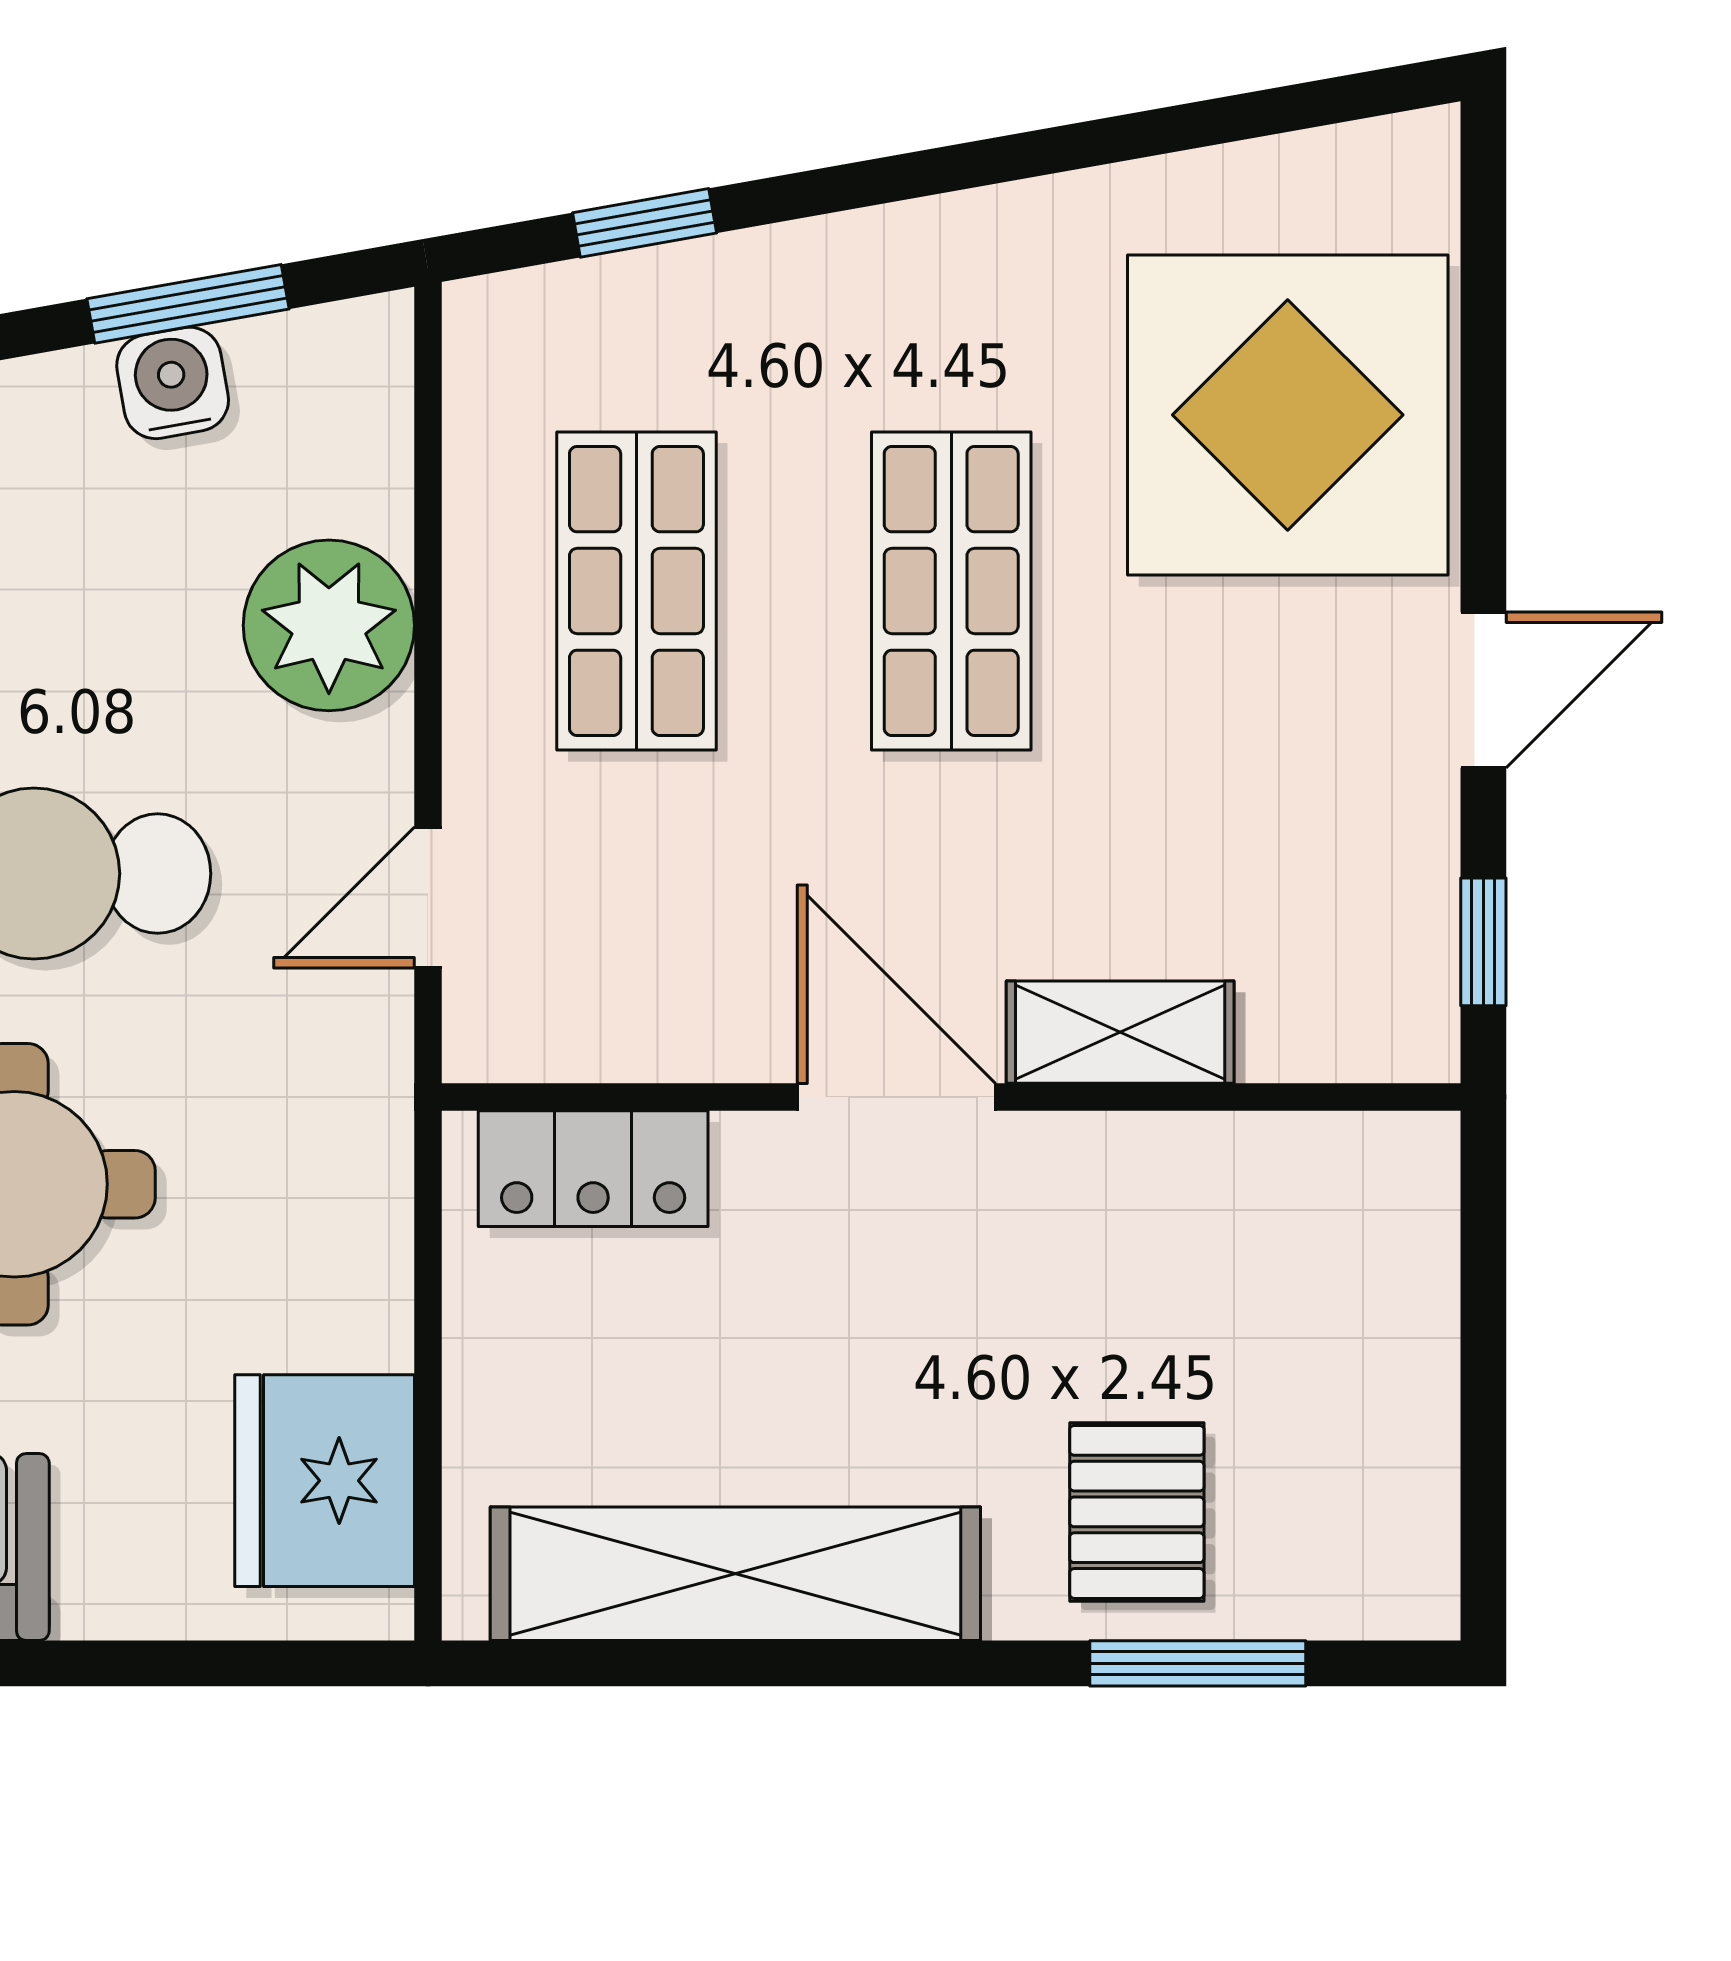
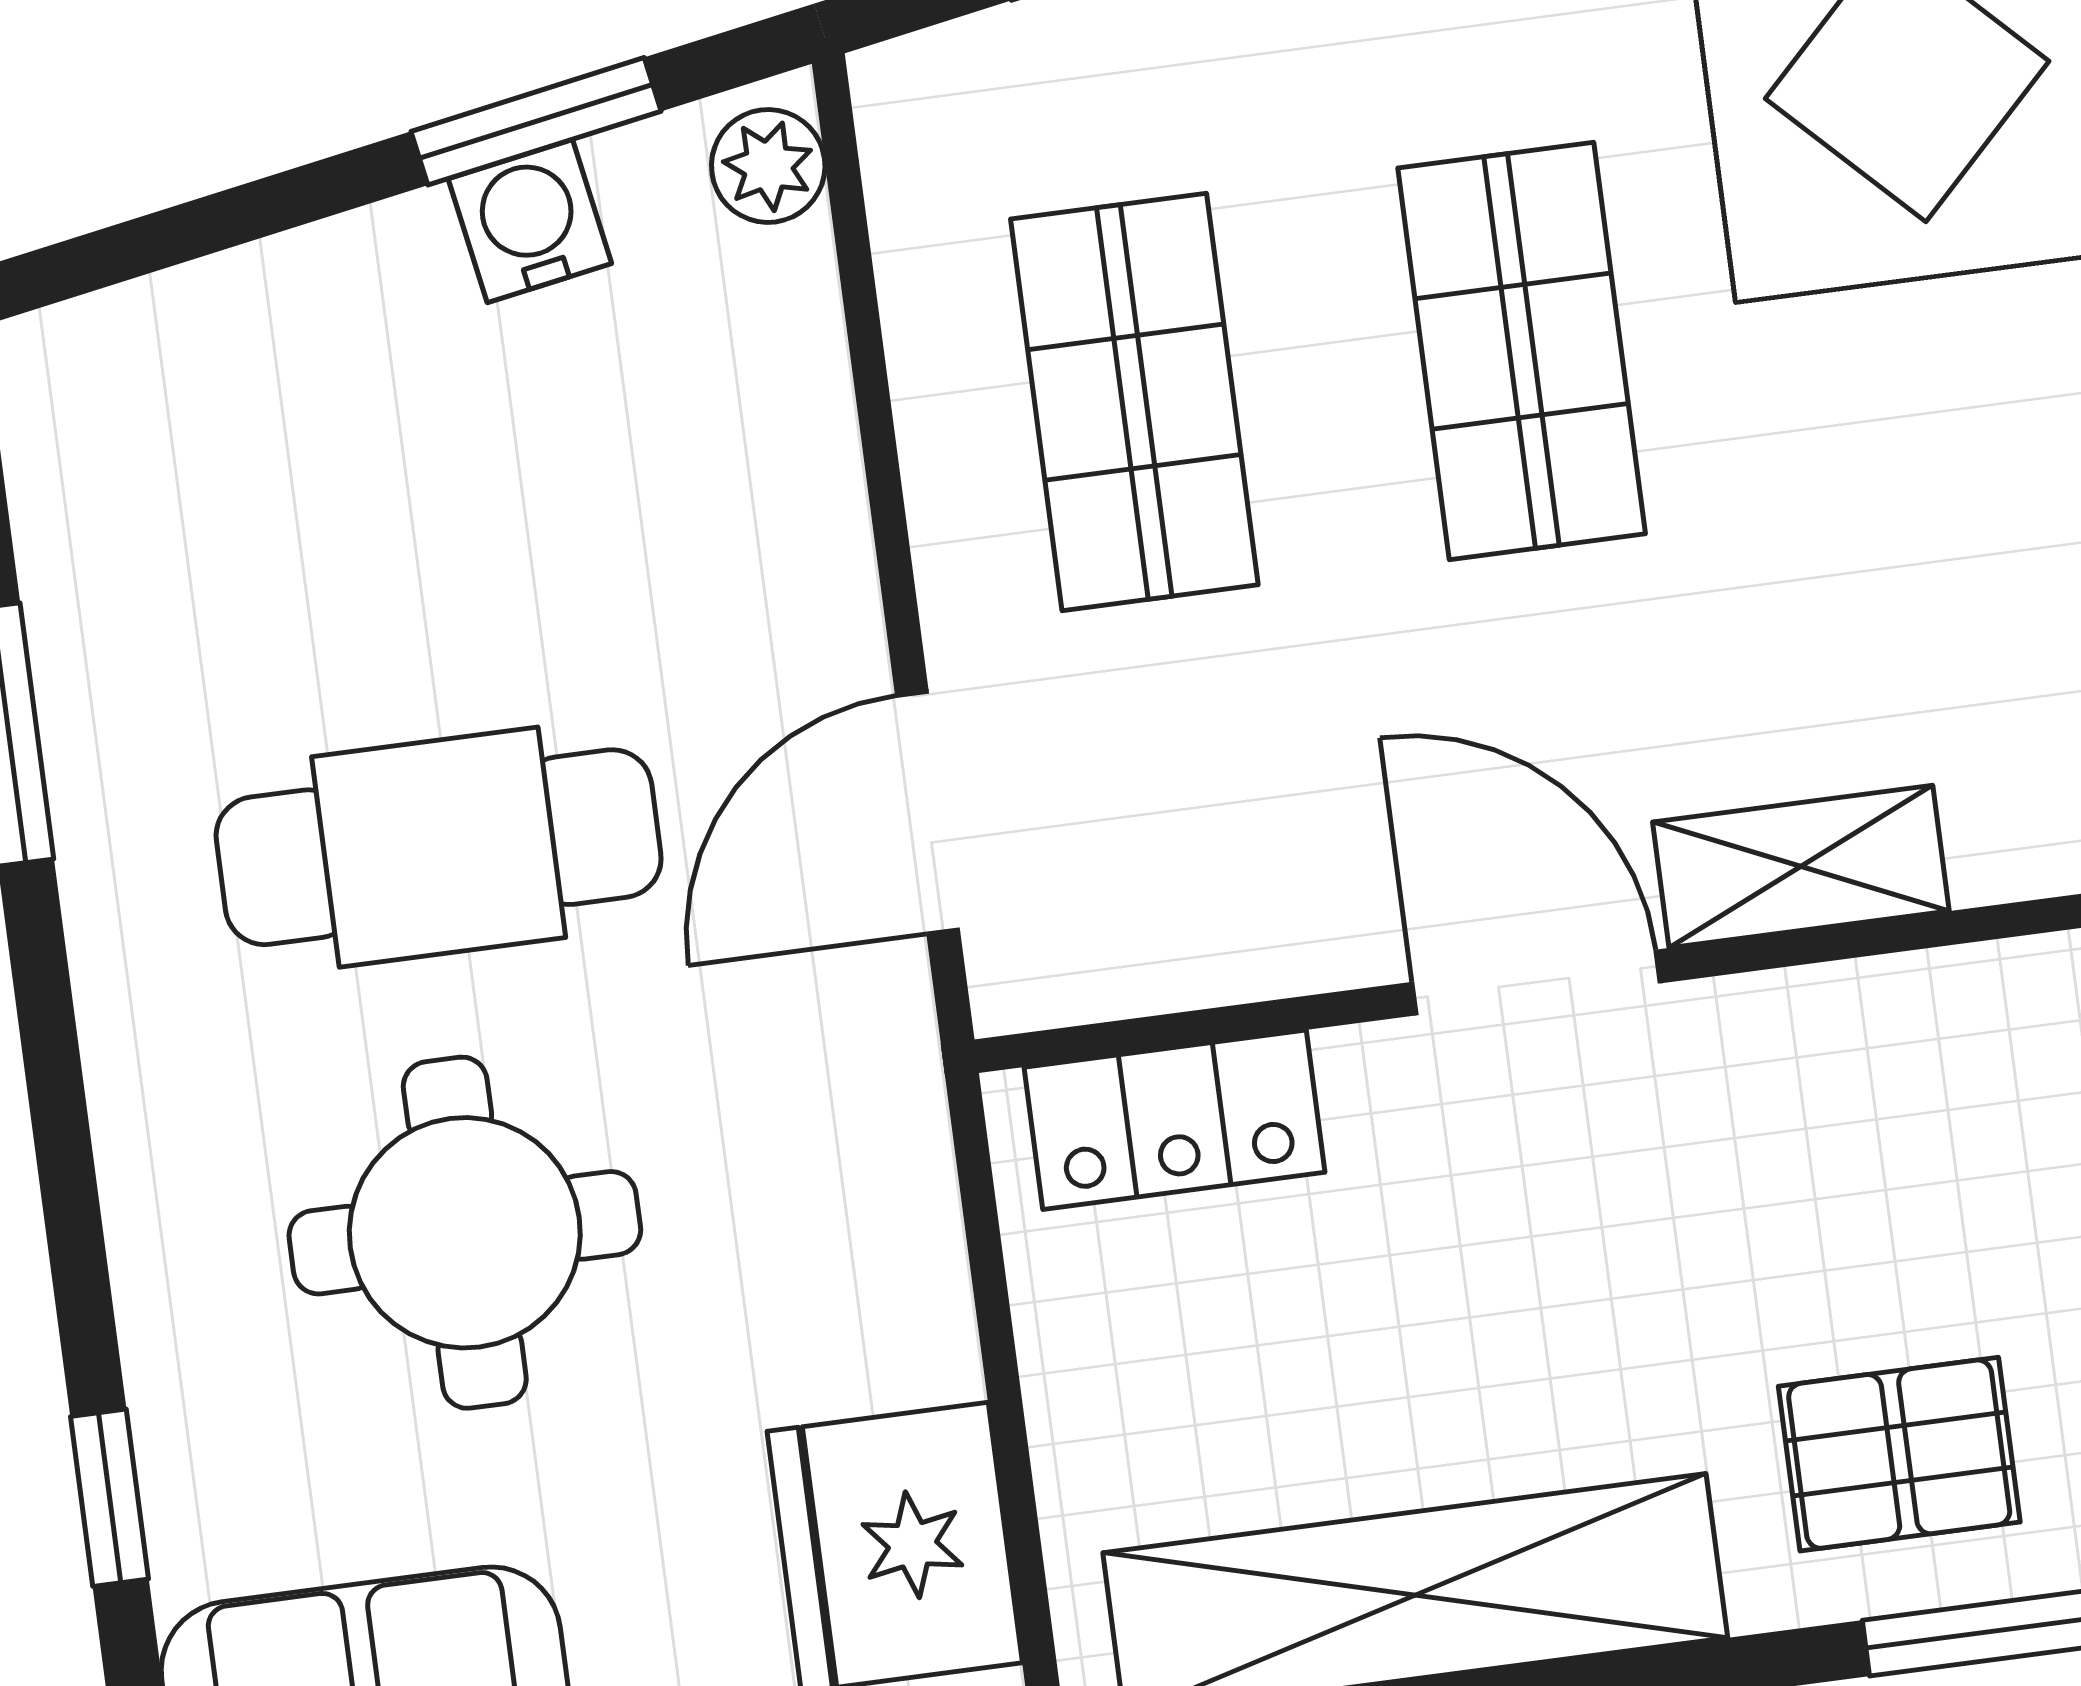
plant: (329, 625) -> (768, 166), moved, width x0.53, depth x0.53
door: (428, 897) -> (928, 813), width x1.38
pallet: (1137, 1512) -> (1899, 1454), turned 90

